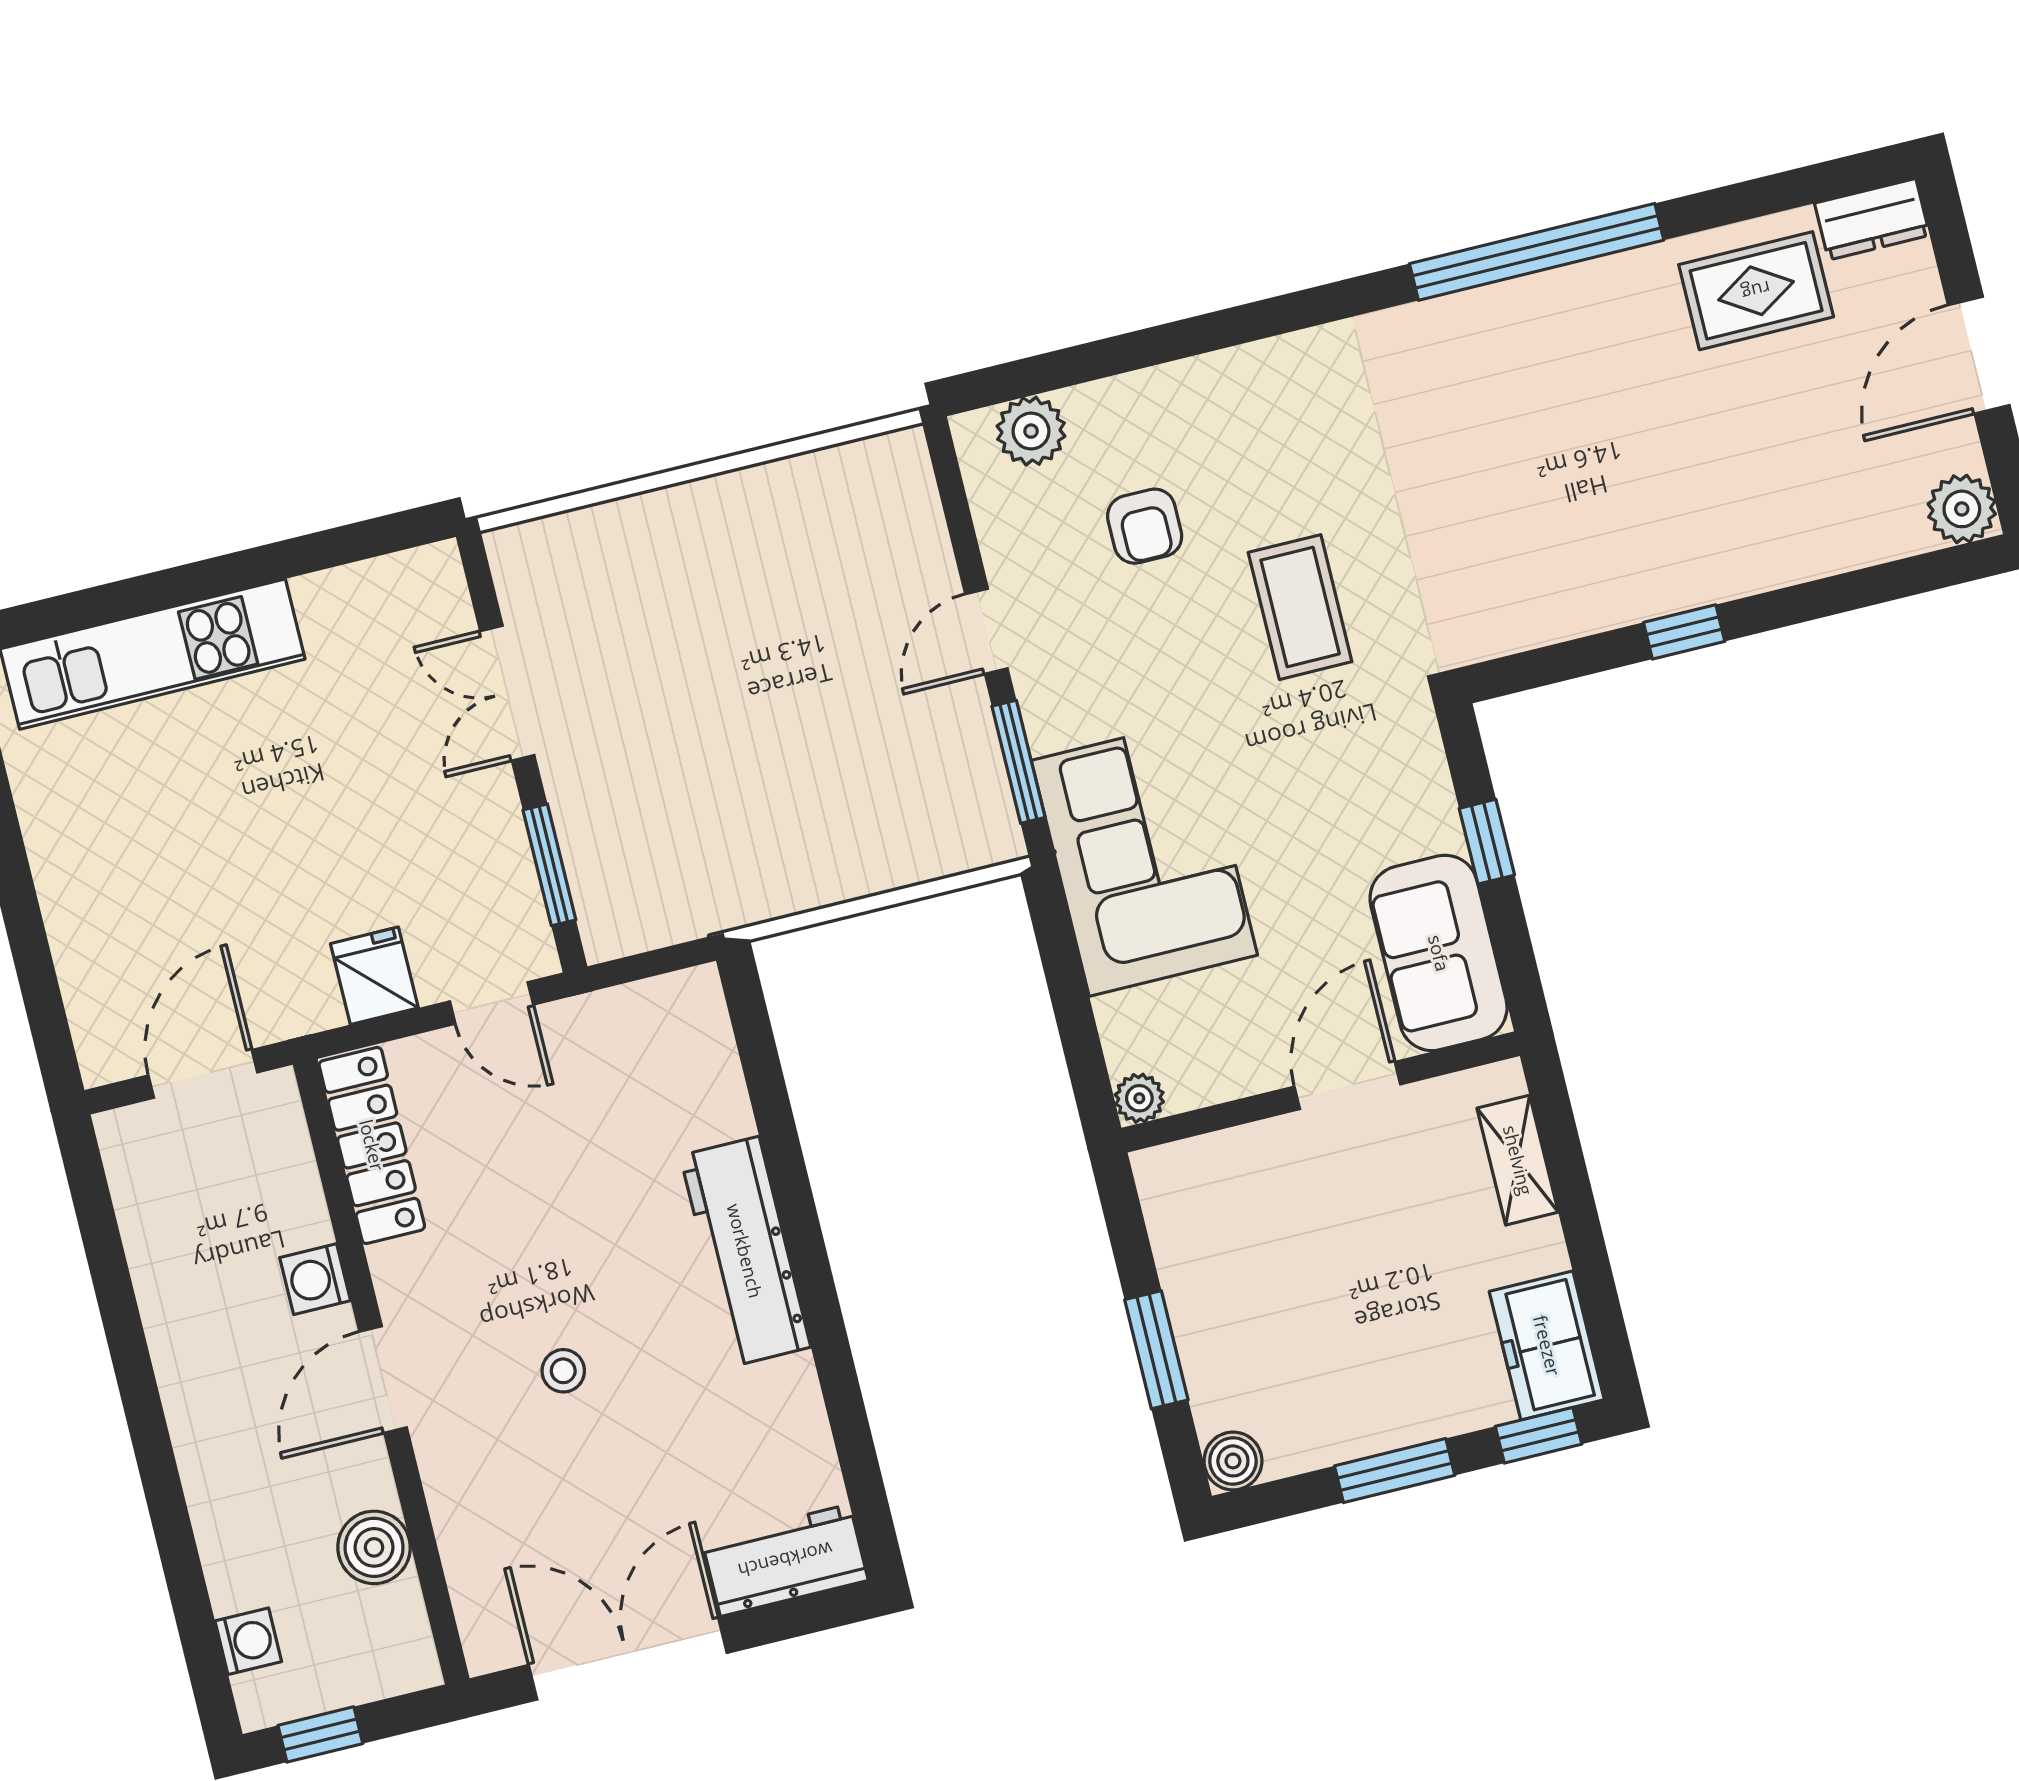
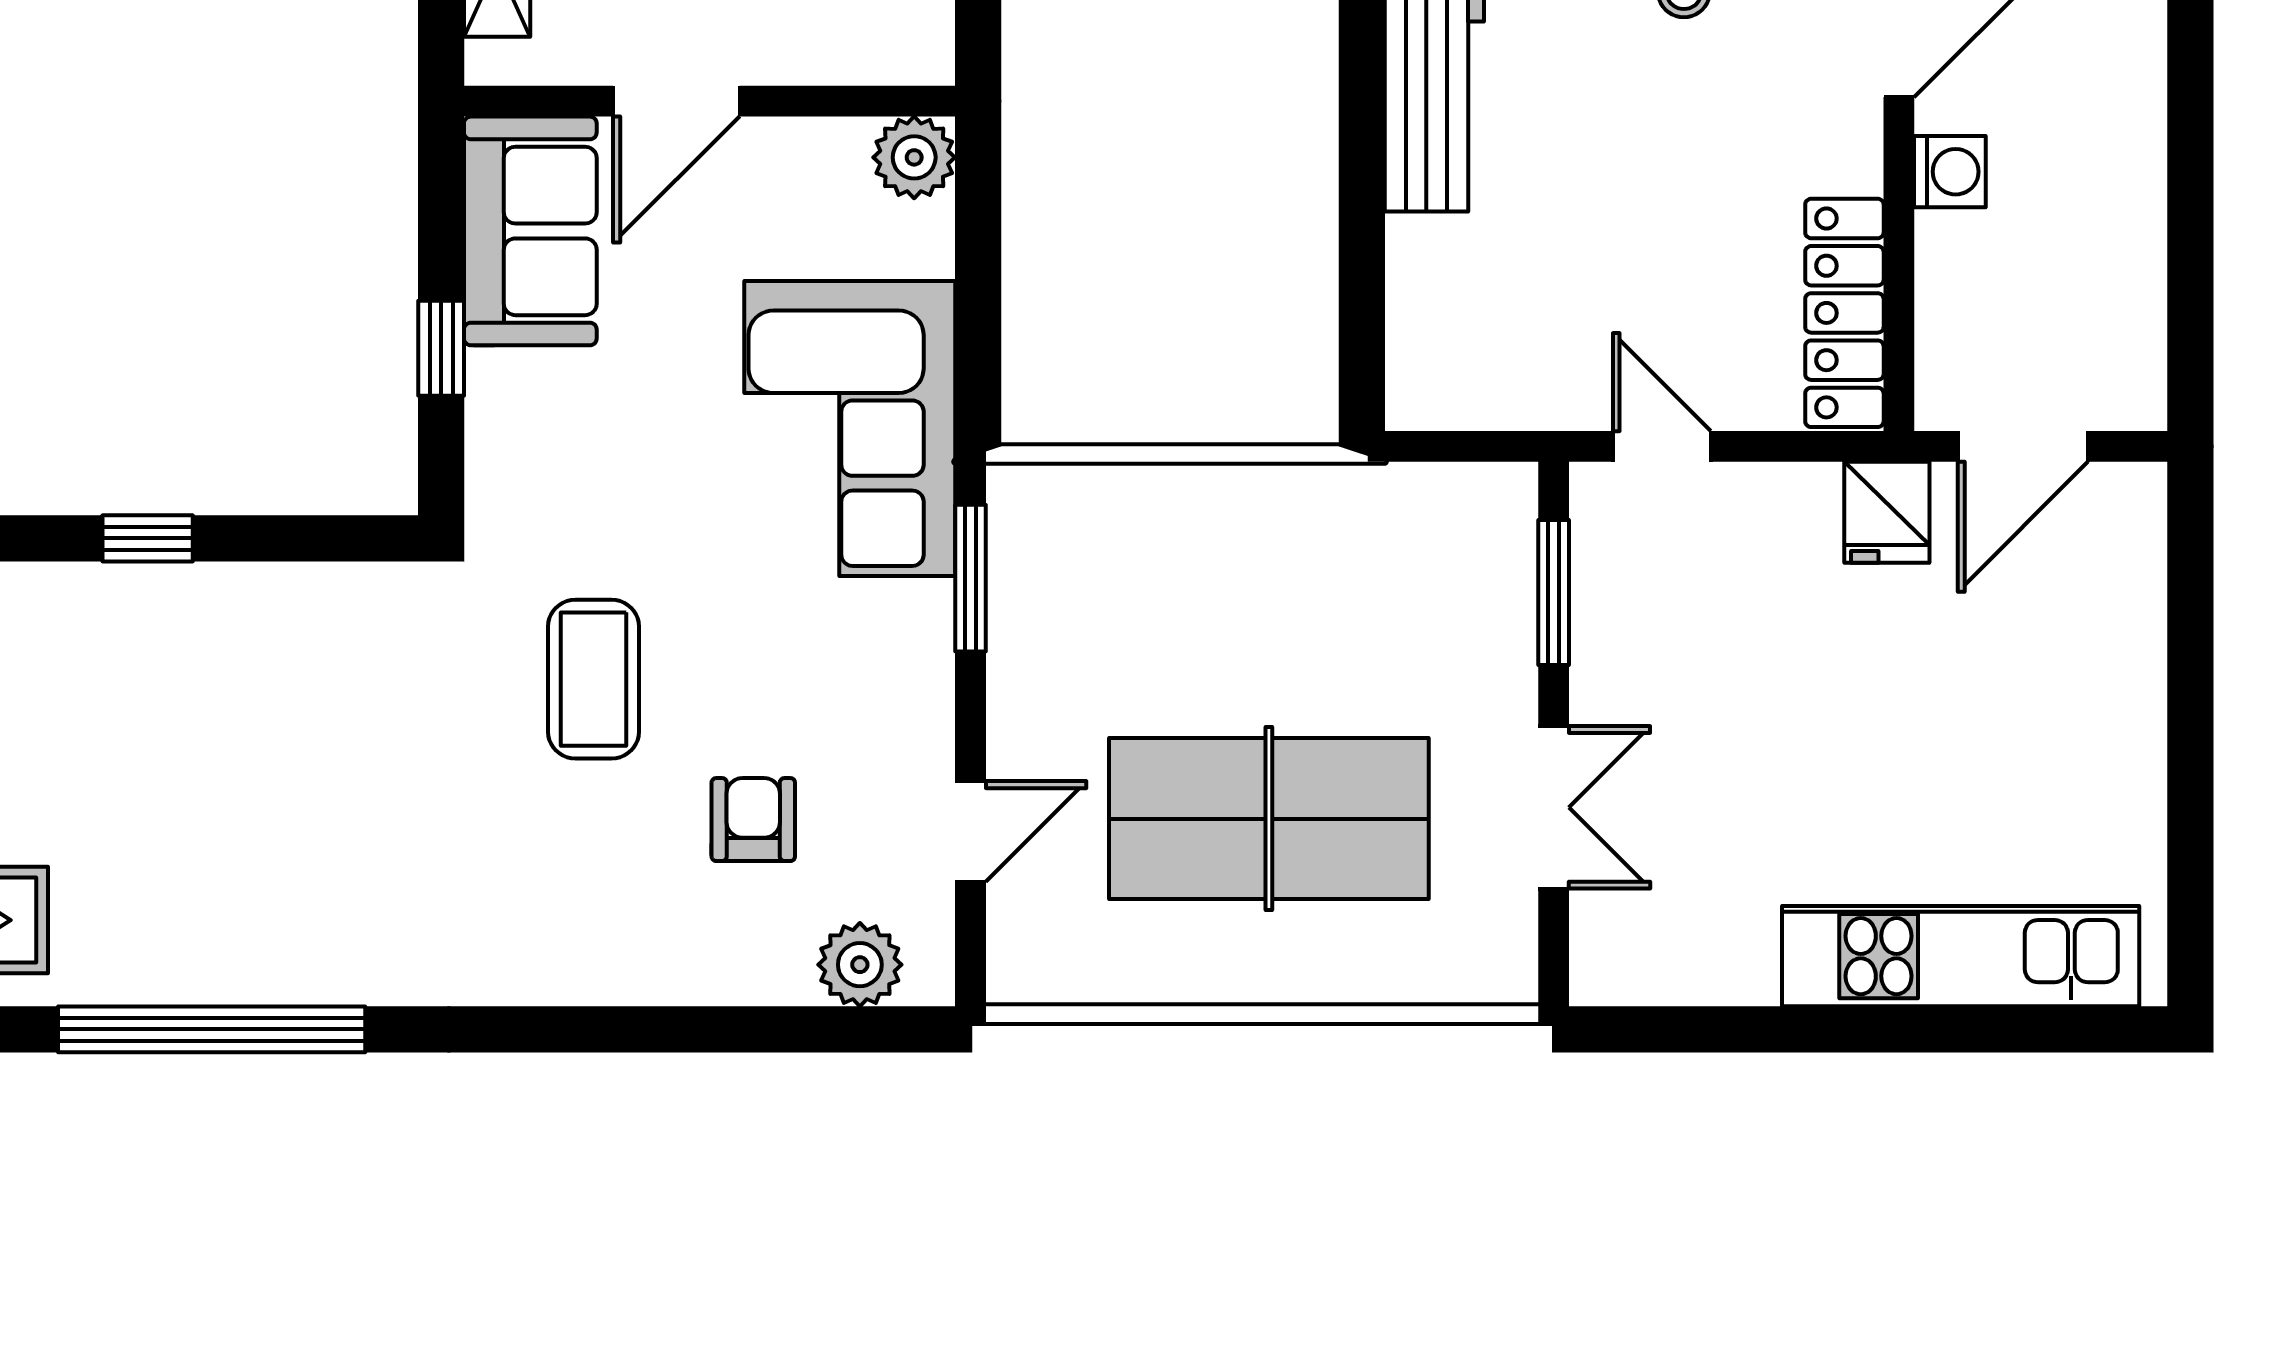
table tennis table: (733, 628) -> (1269, 819), added
door: (986, 631) -> (971, 831), moved
fridge: (374, 976) -> (1887, 512), moved
plant: (1139, 1098) -> (914, 157), width x1.38, depth x1.38

